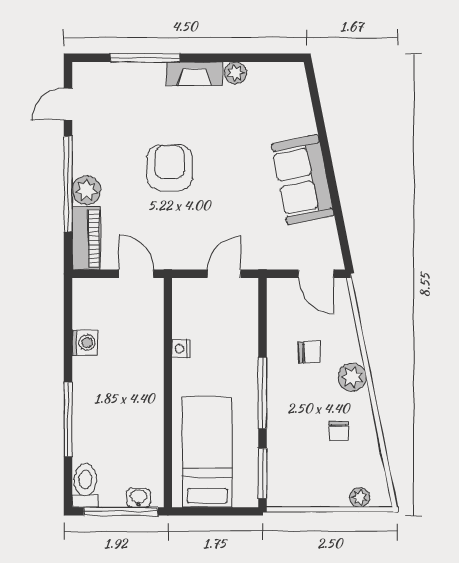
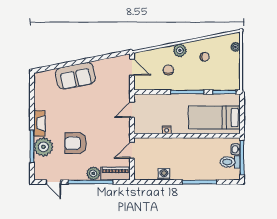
plant: (236, 73) -> (43, 147), moved, width x1.87, depth x1.87
armchair: (170, 168) -> (76, 143), moved
sofa: (303, 180) -> (75, 76), moved
door: (224, 274) -> (132, 110), hinge flipped
door: (316, 274) -> (132, 67), hinge flipped
toilet: (85, 486) -> (230, 162), moved

